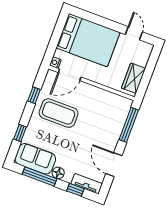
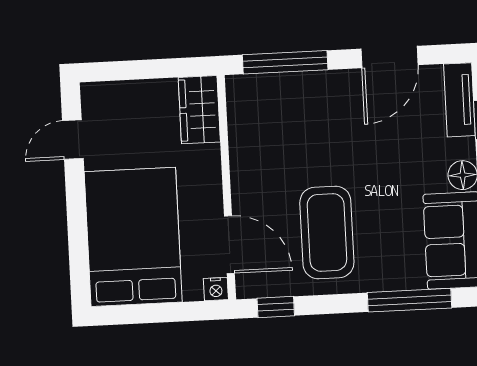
wardrobe: (133, 78) -> (199, 110), moved, turned 90
window: (34, 95) -> (276, 307), moved
window: (20, 133) -> (410, 300), width x2.17

